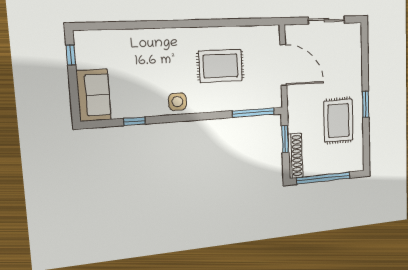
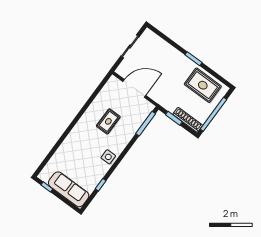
rug: (221, 66) -> (108, 121), width x0.73, depth x0.70
sofa: (94, 95) -> (69, 189), width x1.36
rug: (338, 121) -> (203, 85), moved

